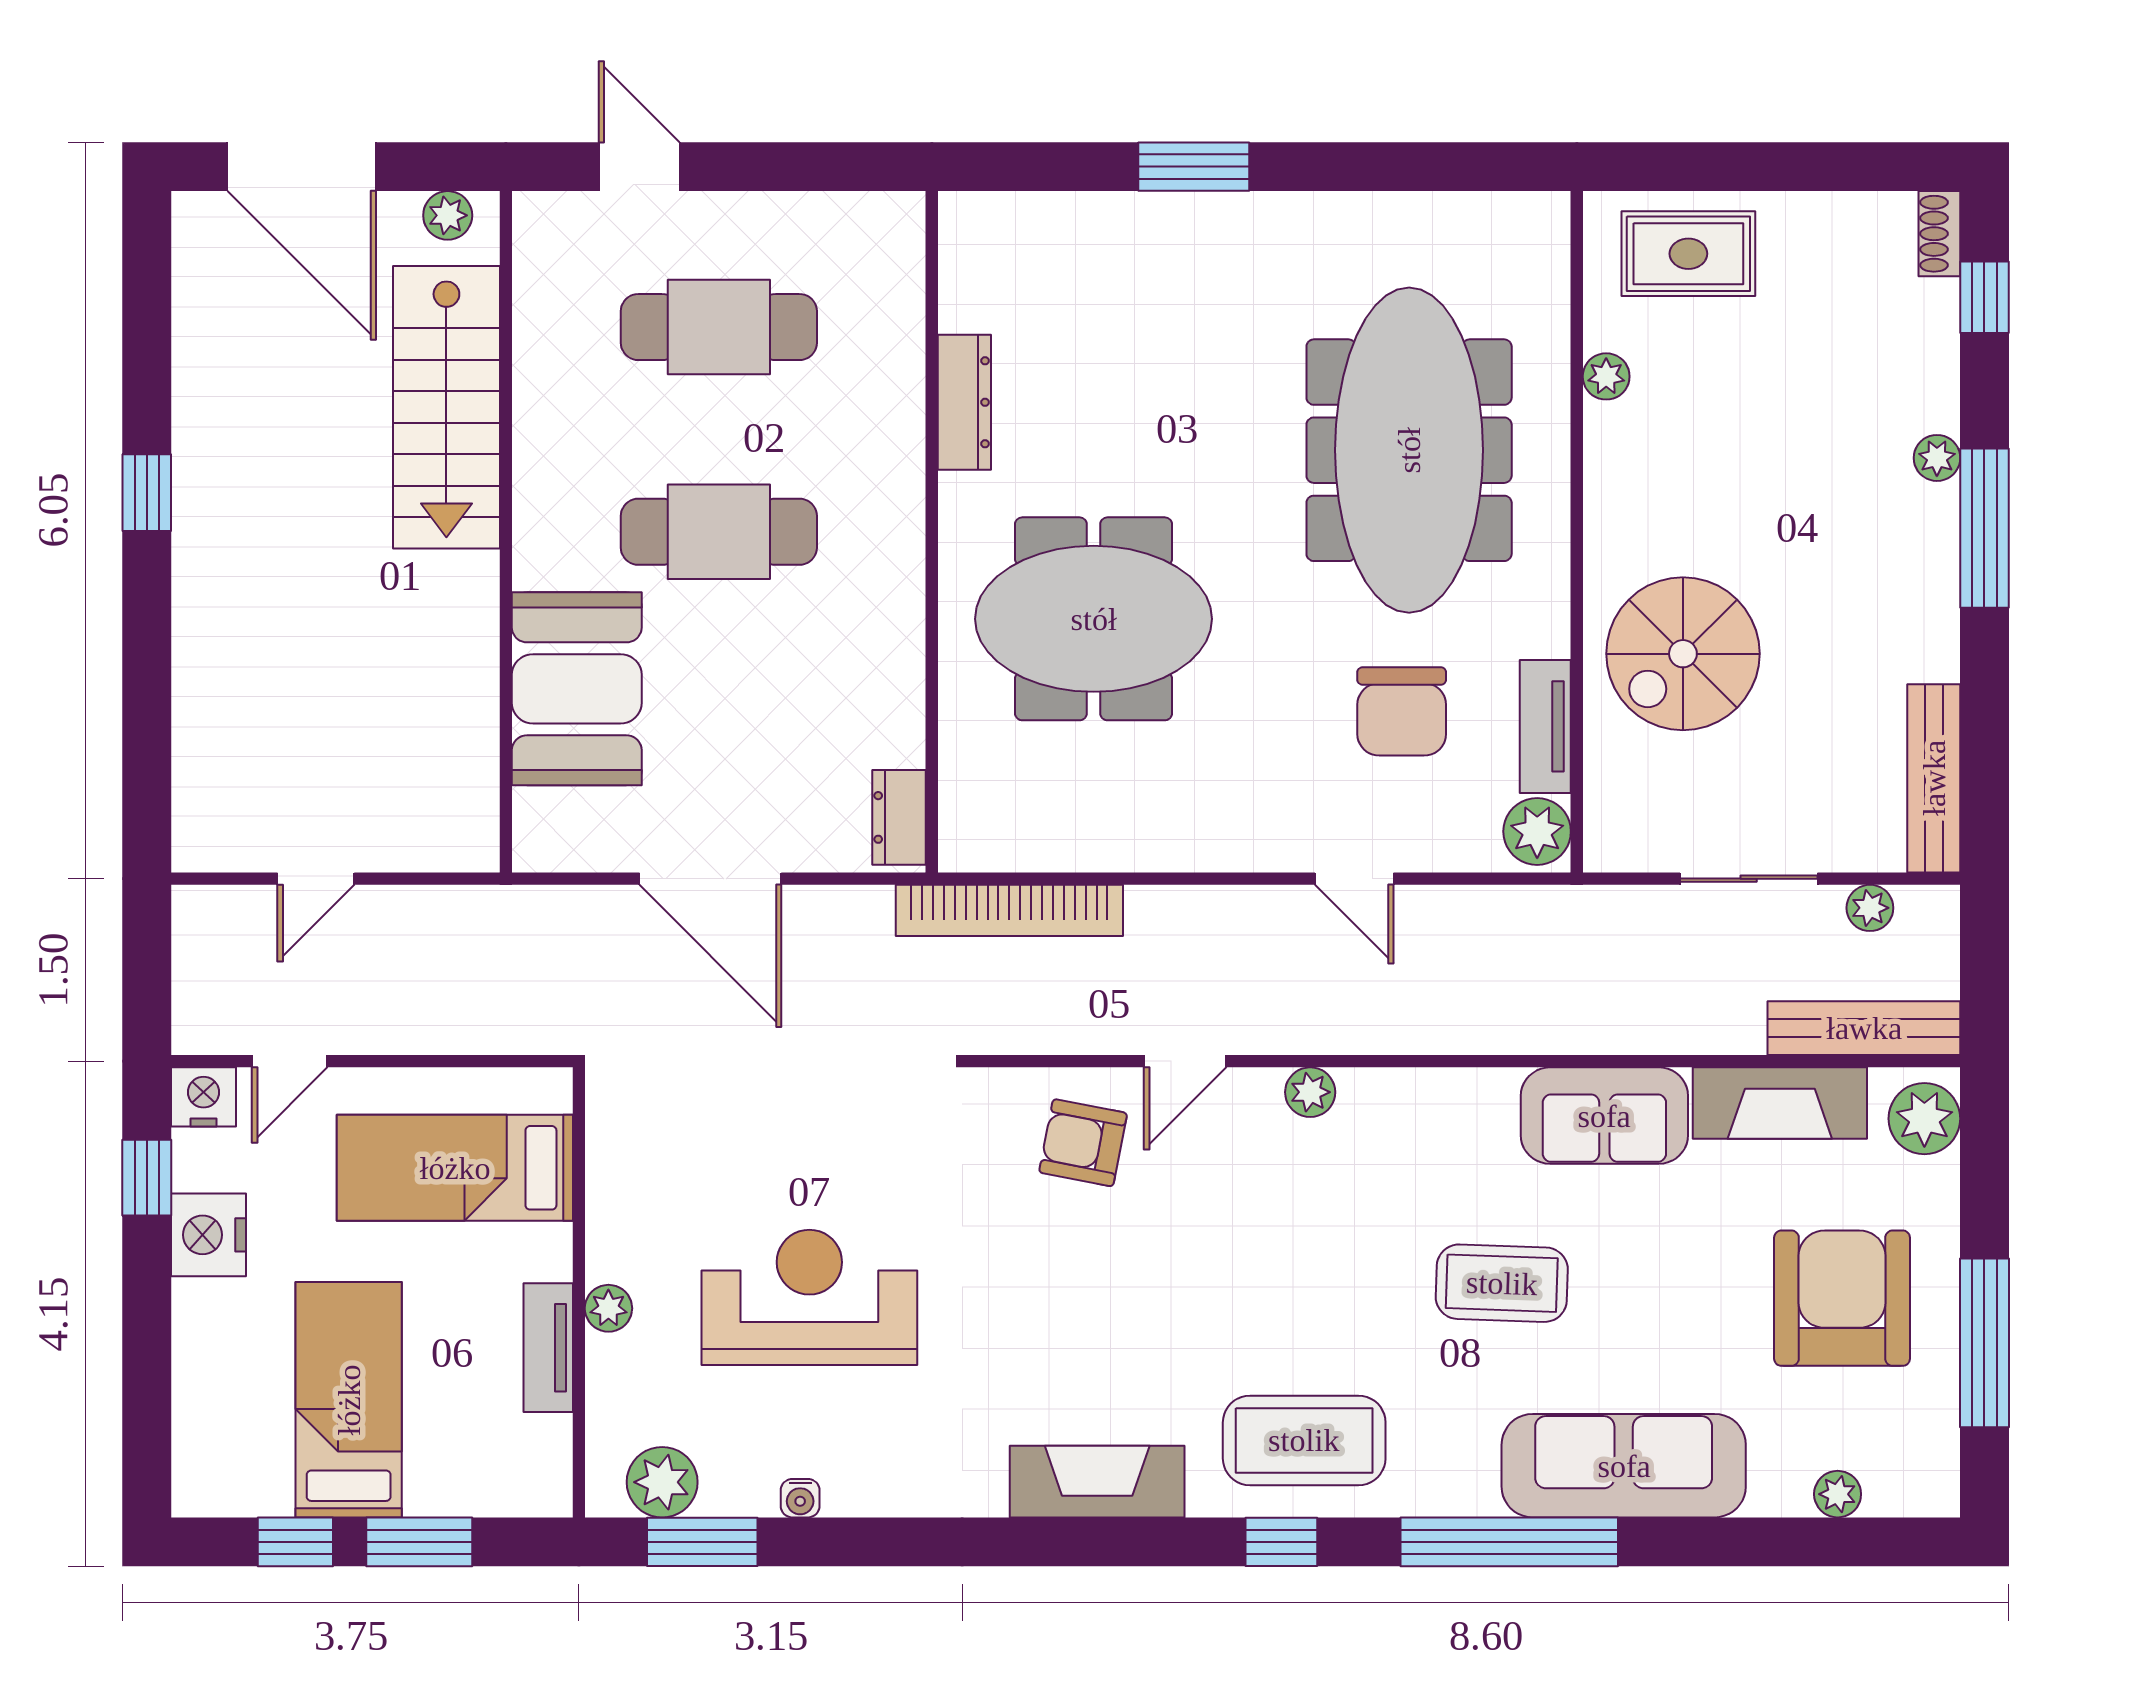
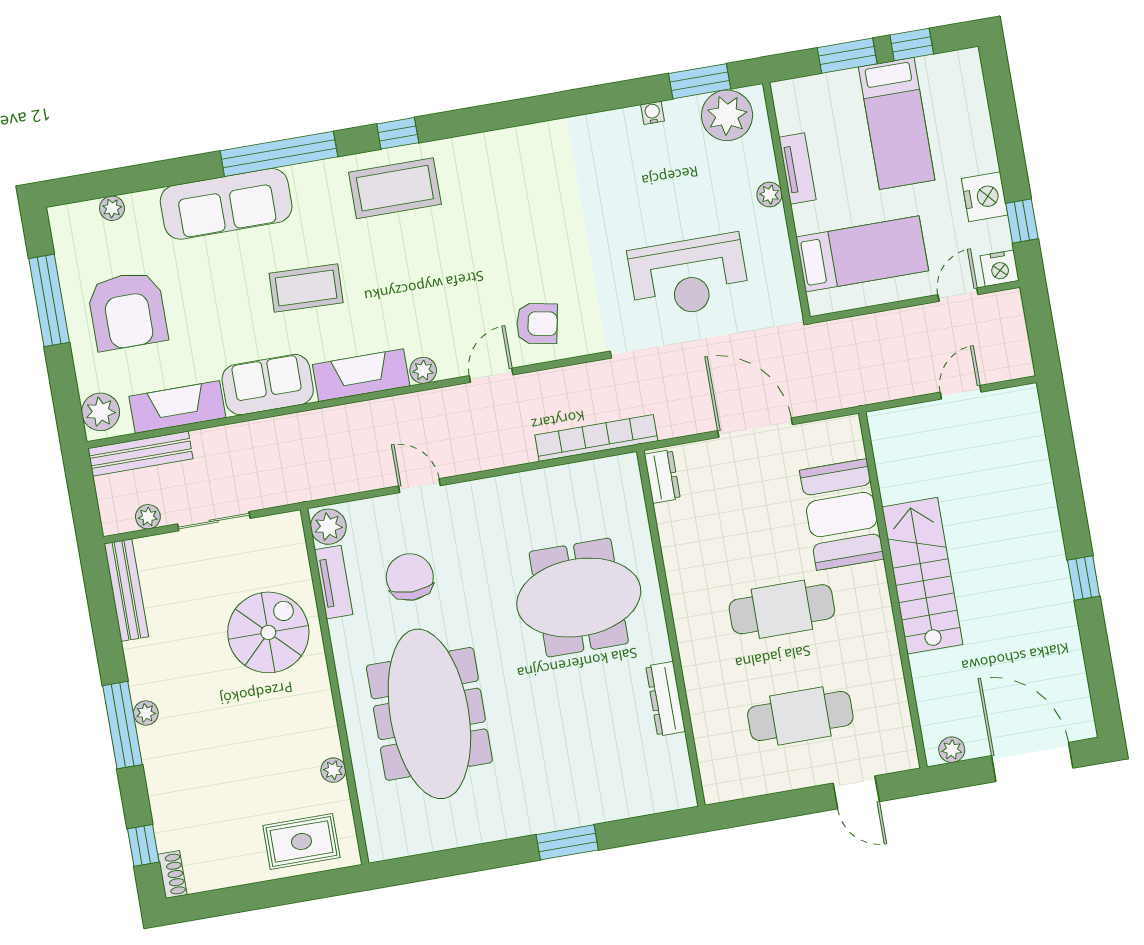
stairs: (446, 407) -> (922, 576), moved
plant: (1937, 458) -> (146, 713), moved
reception desk: (809, 1297) -> (689, 276), moved
plant: (662, 1482) -> (727, 115), width x1.36, depth x1.36
fireplace: (1097, 1482) -> (361, 375), moved, turned 180

